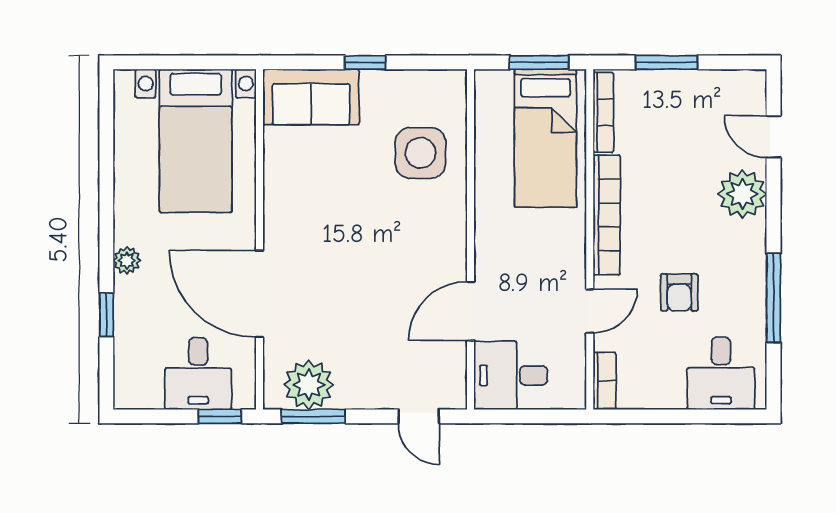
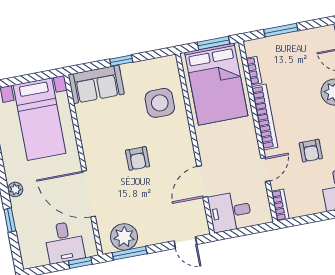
bookcase: (603, 113) -> (254, 71), width x0.64
bed: (546, 138) -> (216, 84), width x1.50
armchair: (361, 246) -> (138, 158), added

